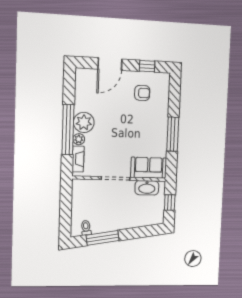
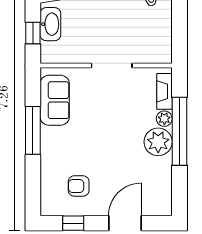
sofa: (149, 168) -> (55, 100), moved, turned -90
washbasin: (147, 188) -> (50, 24), moved, turned 90

